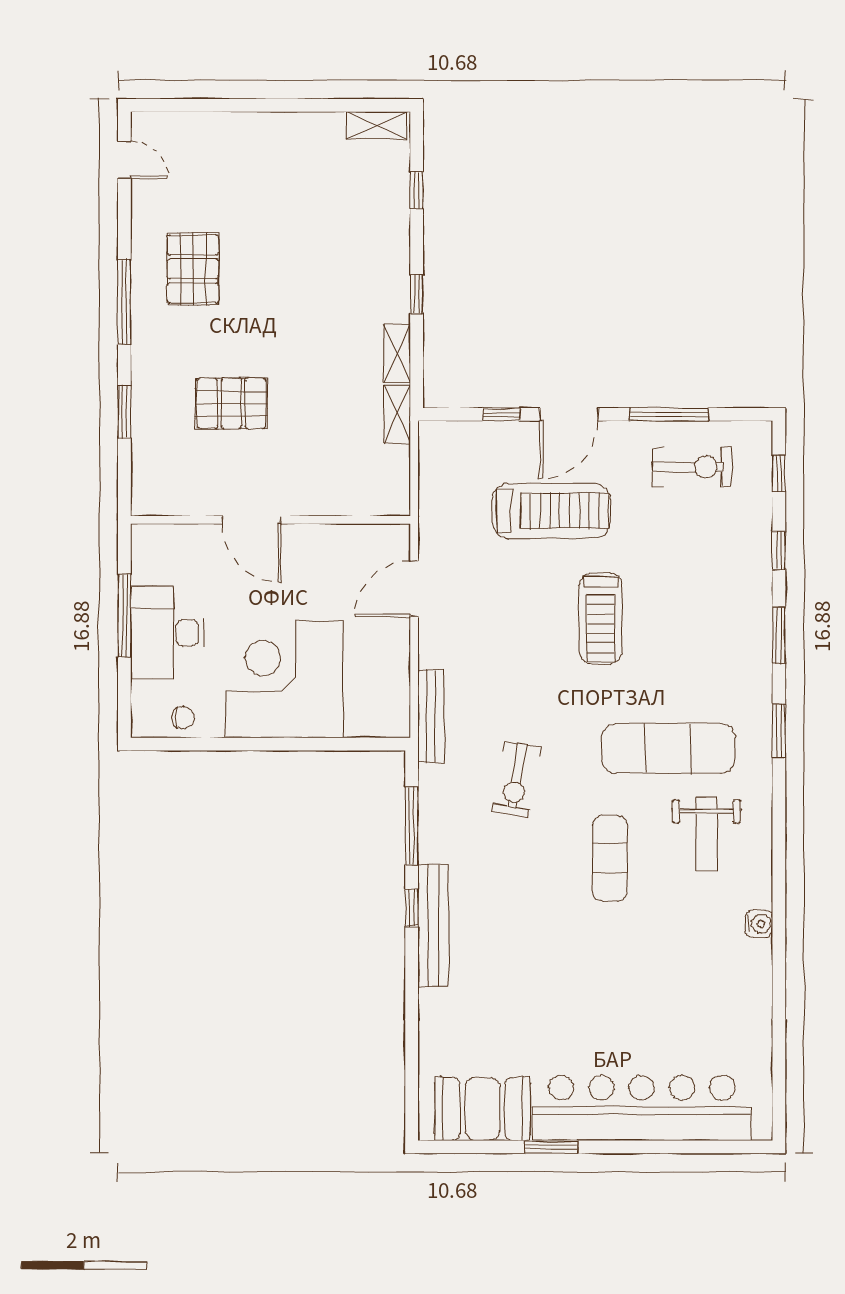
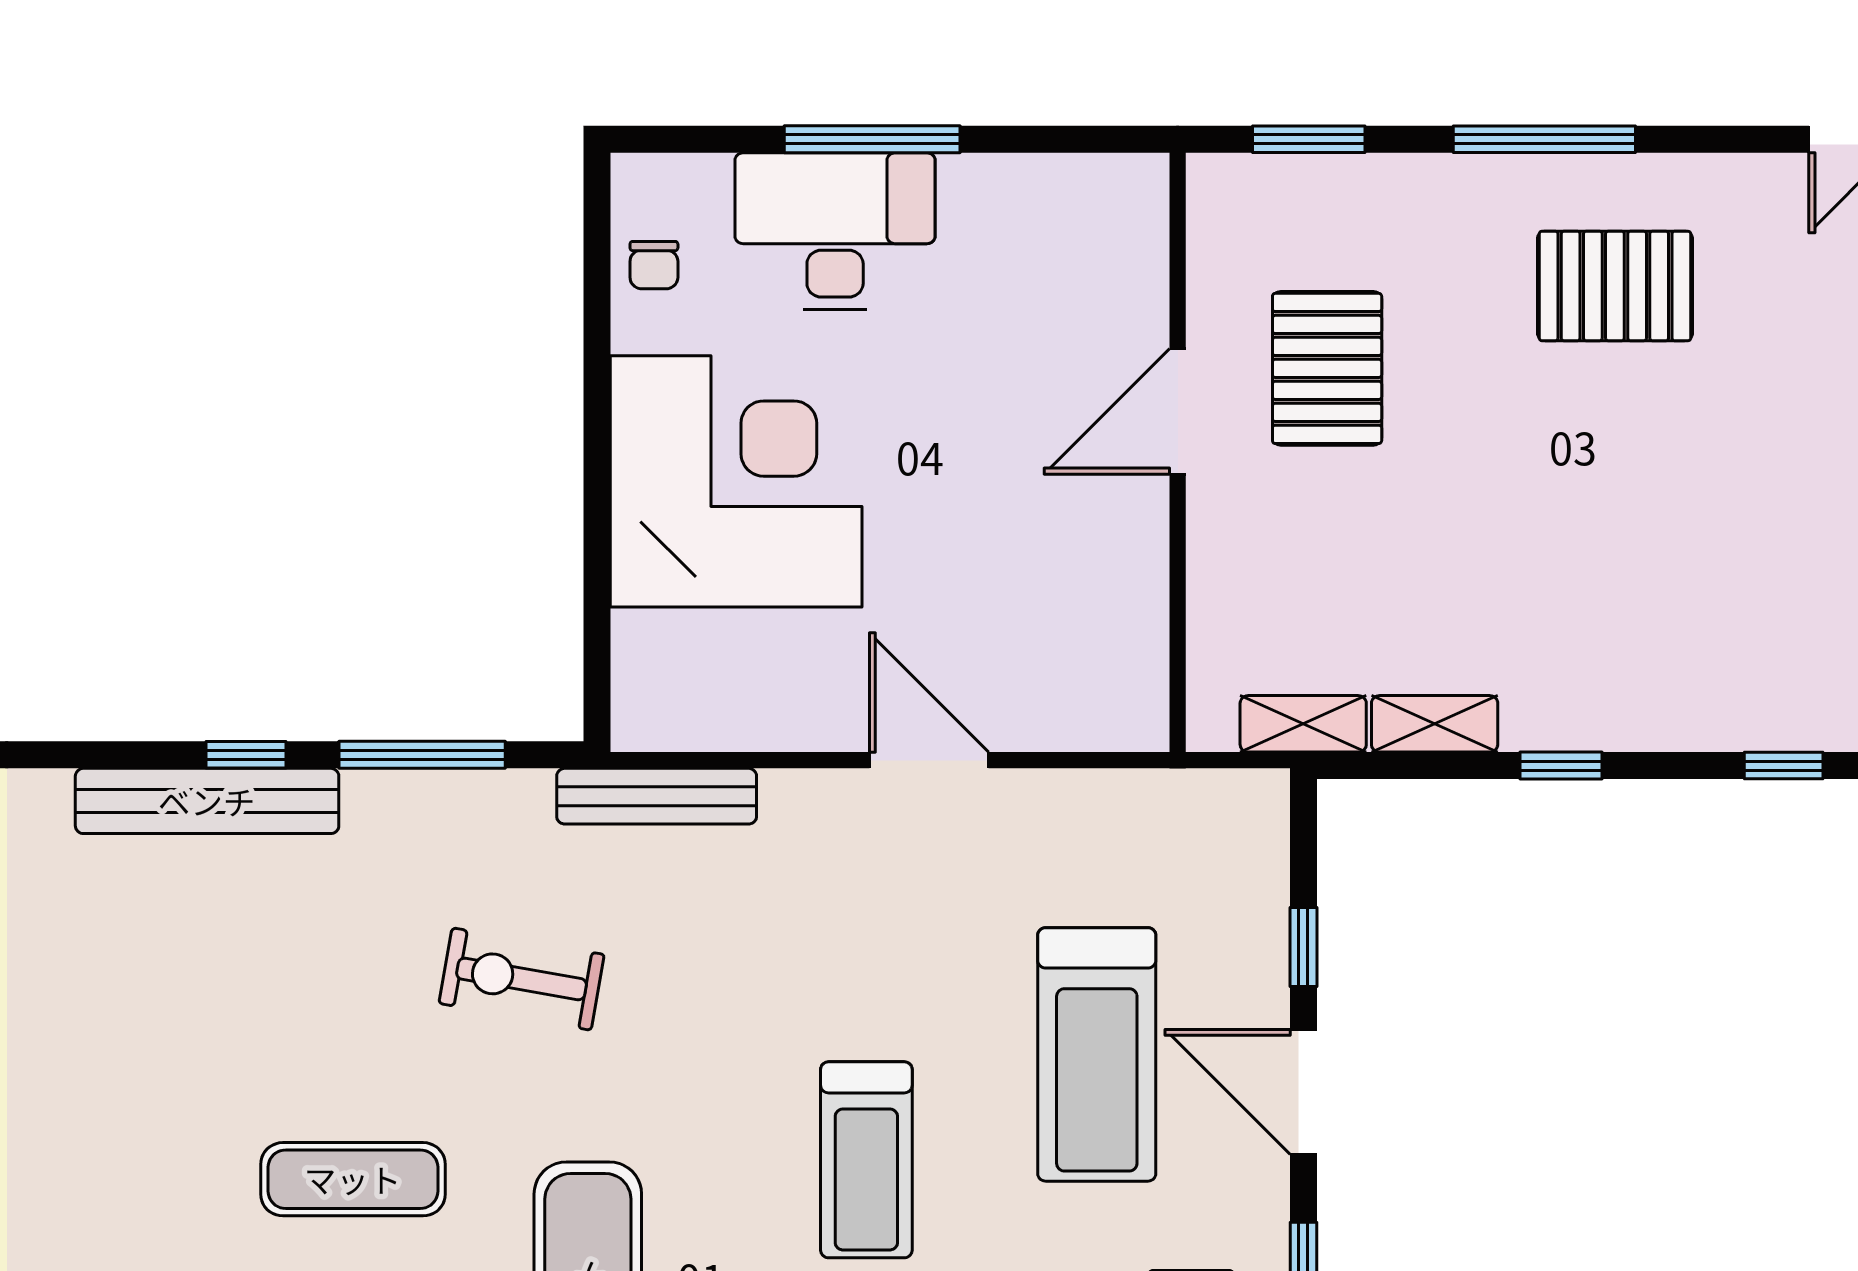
door: (251, 520) -> (1178, 411), moved
wall: (271, 520) -> (1178, 452), moved
treadmill: (601, 618) -> (866, 1160), turned -90

